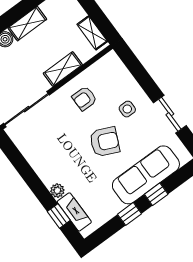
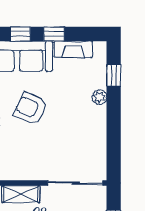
armchair: (84, 98) -> (21, 157), removed
fireplace: (74, 212) -> (73, 49), moved, turned -90

